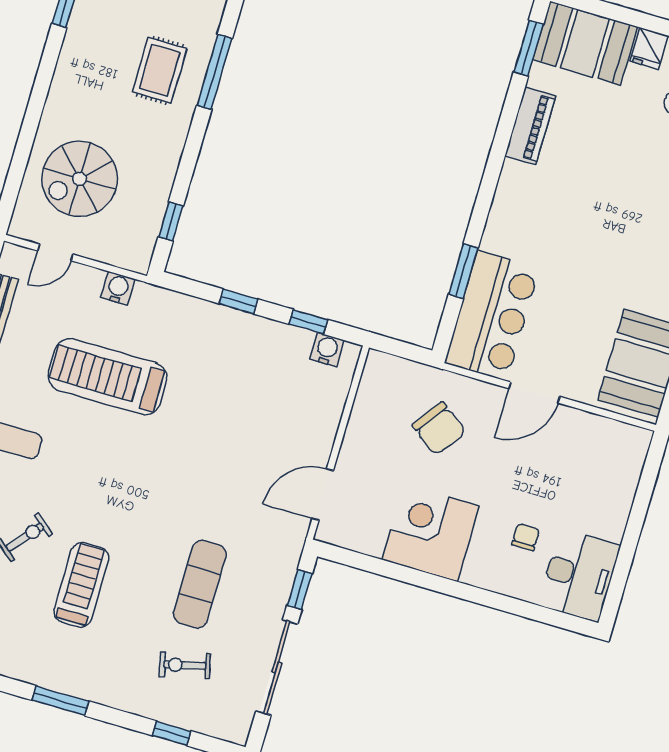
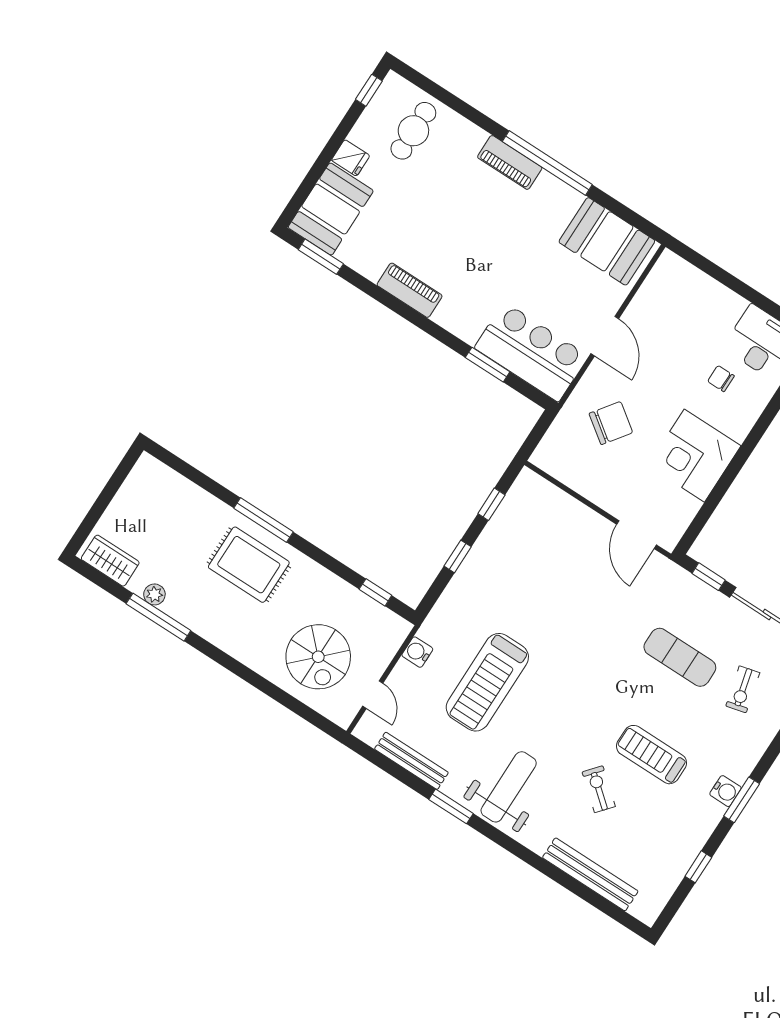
rug: (160, 70) -> (249, 565), width x1.36, depth x1.43
piano: (530, 126) -> (410, 290), moved
water cooler: (327, 350) -> (725, 791), moved, turned 180

